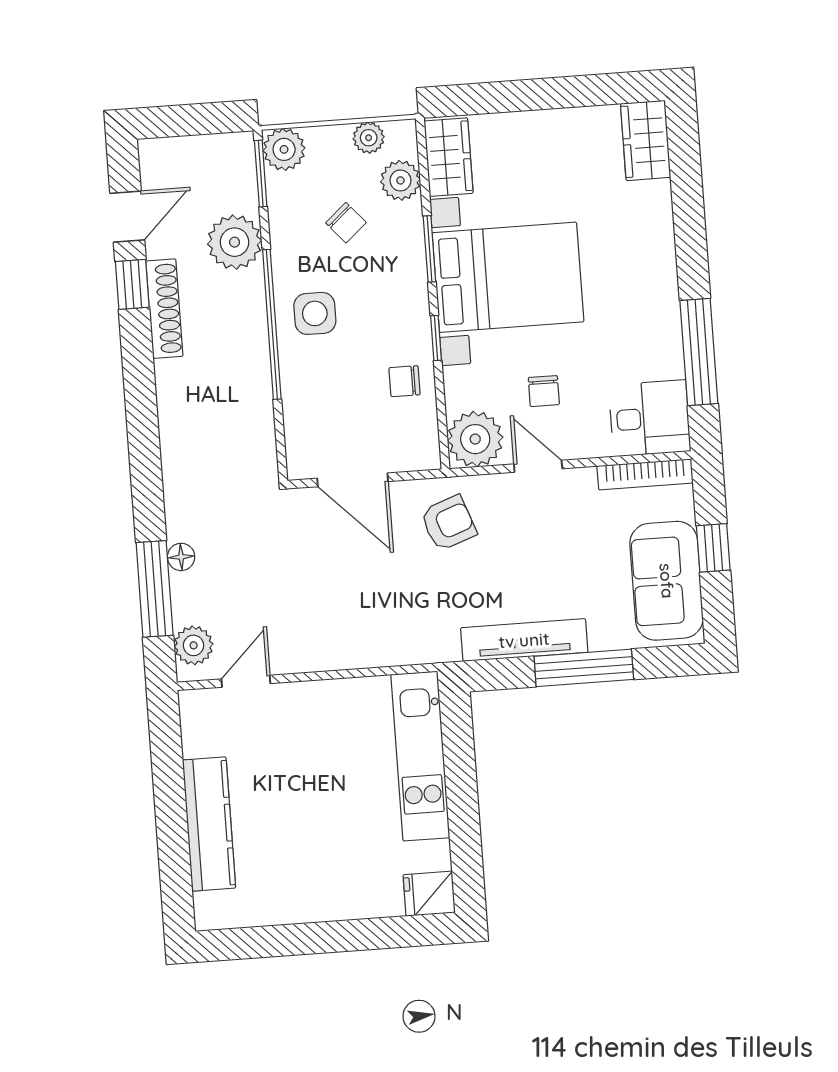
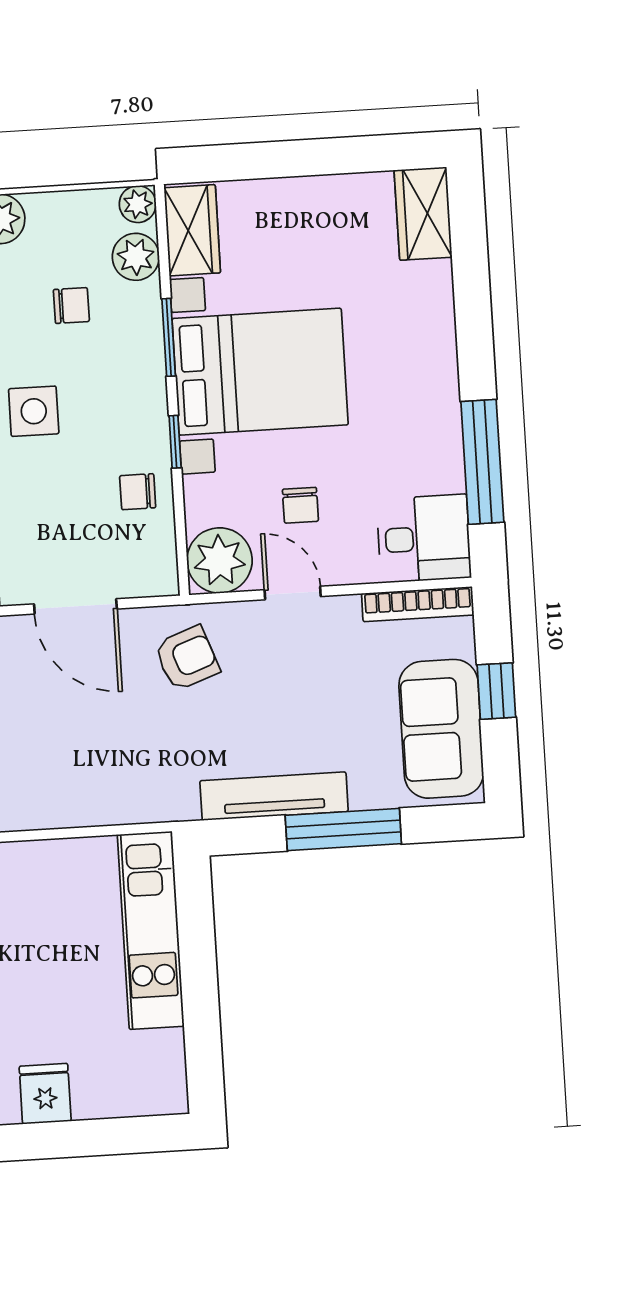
plant: (369, 138) -> (138, 204), moved
chair: (346, 223) -> (71, 305), turned -49
fridge: (429, 894) -> (45, 1094), moved, turned 90

